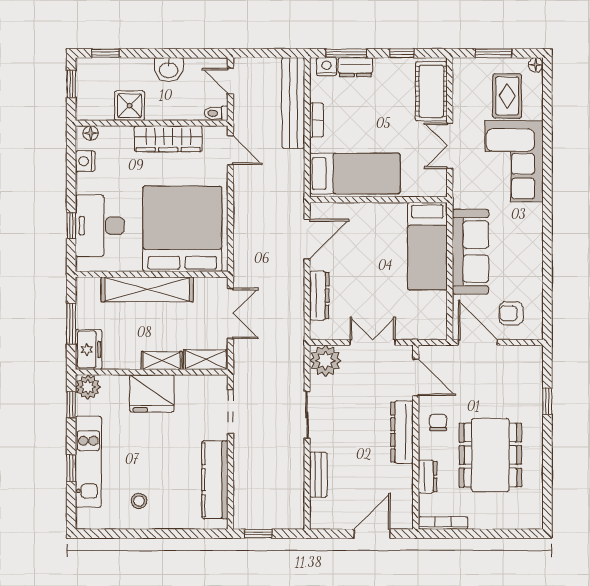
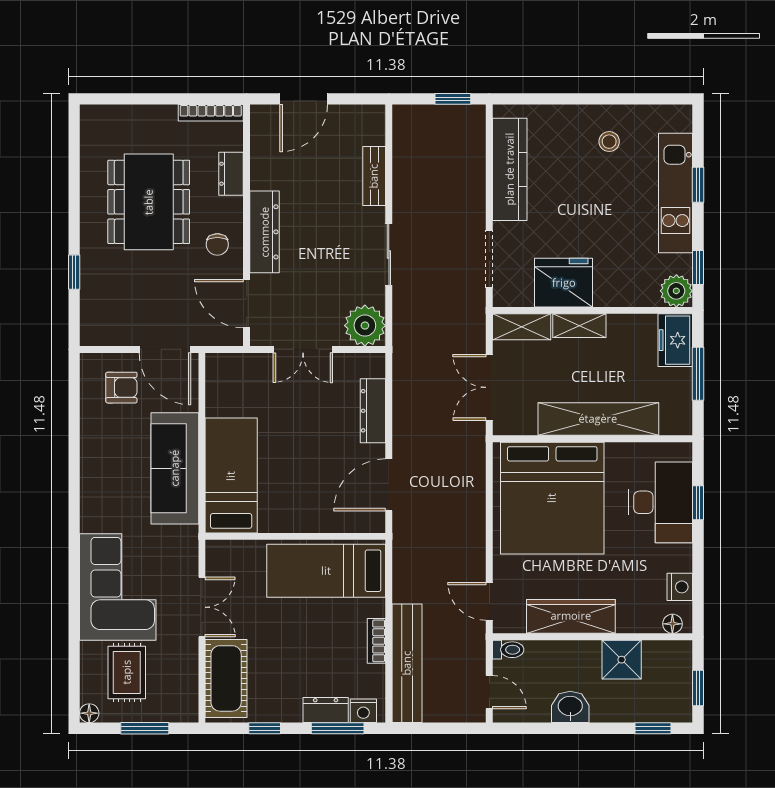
fridge: (152, 393) -> (564, 283), moved

